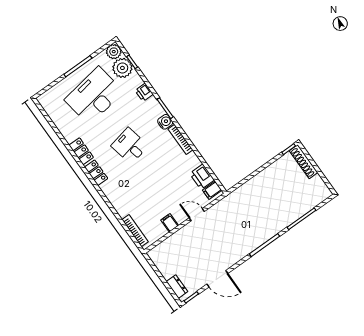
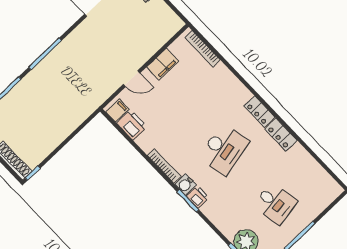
printer: (144, 92) -> (198, 197), moved
desk: (94, 96) -> (275, 203), width x0.53, depth x0.77
desk: (130, 146) -> (224, 149), width x1.37
filing cabinet: (170, 223) -> (163, 64), width x2.00

